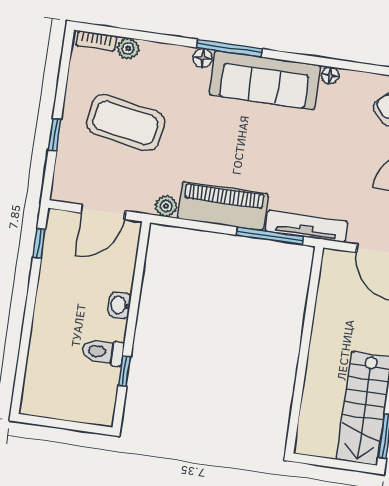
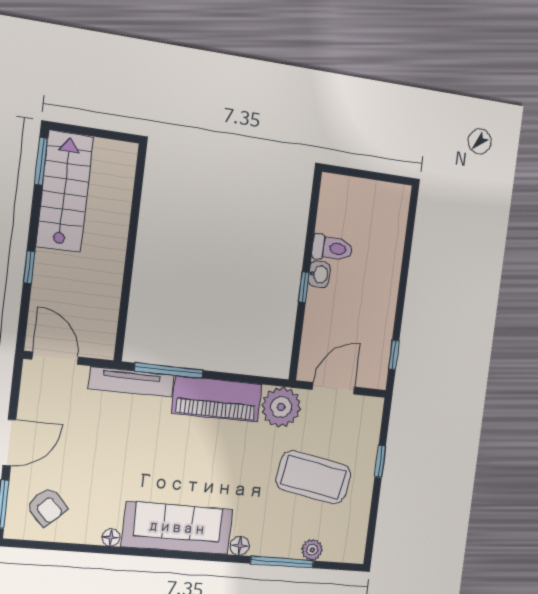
bookcase: (96, 41) -> (342, 555), removed
window: (229, 48) -> (282, 562), moved
plant: (166, 206) -> (281, 407), width x1.88, depth x1.88
washbasin: (120, 305) -> (319, 274), moved
window: (125, 371) -> (304, 287), moved

